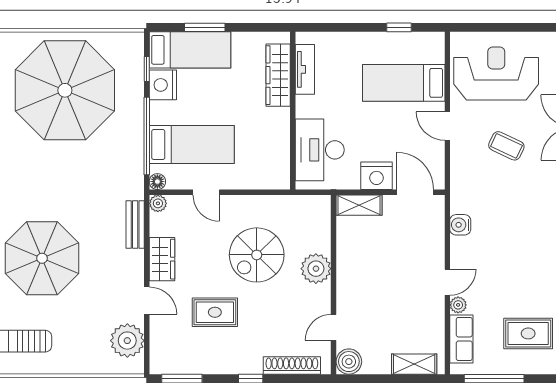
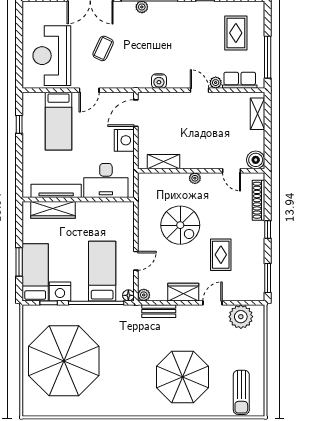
tv unit: (305, 69) -> (56, 191), width x1.41
shelving: (359, 205) -> (164, 162), moved, turned 90
plant: (316, 269) -> (195, 178), width x0.53, depth x0.53

